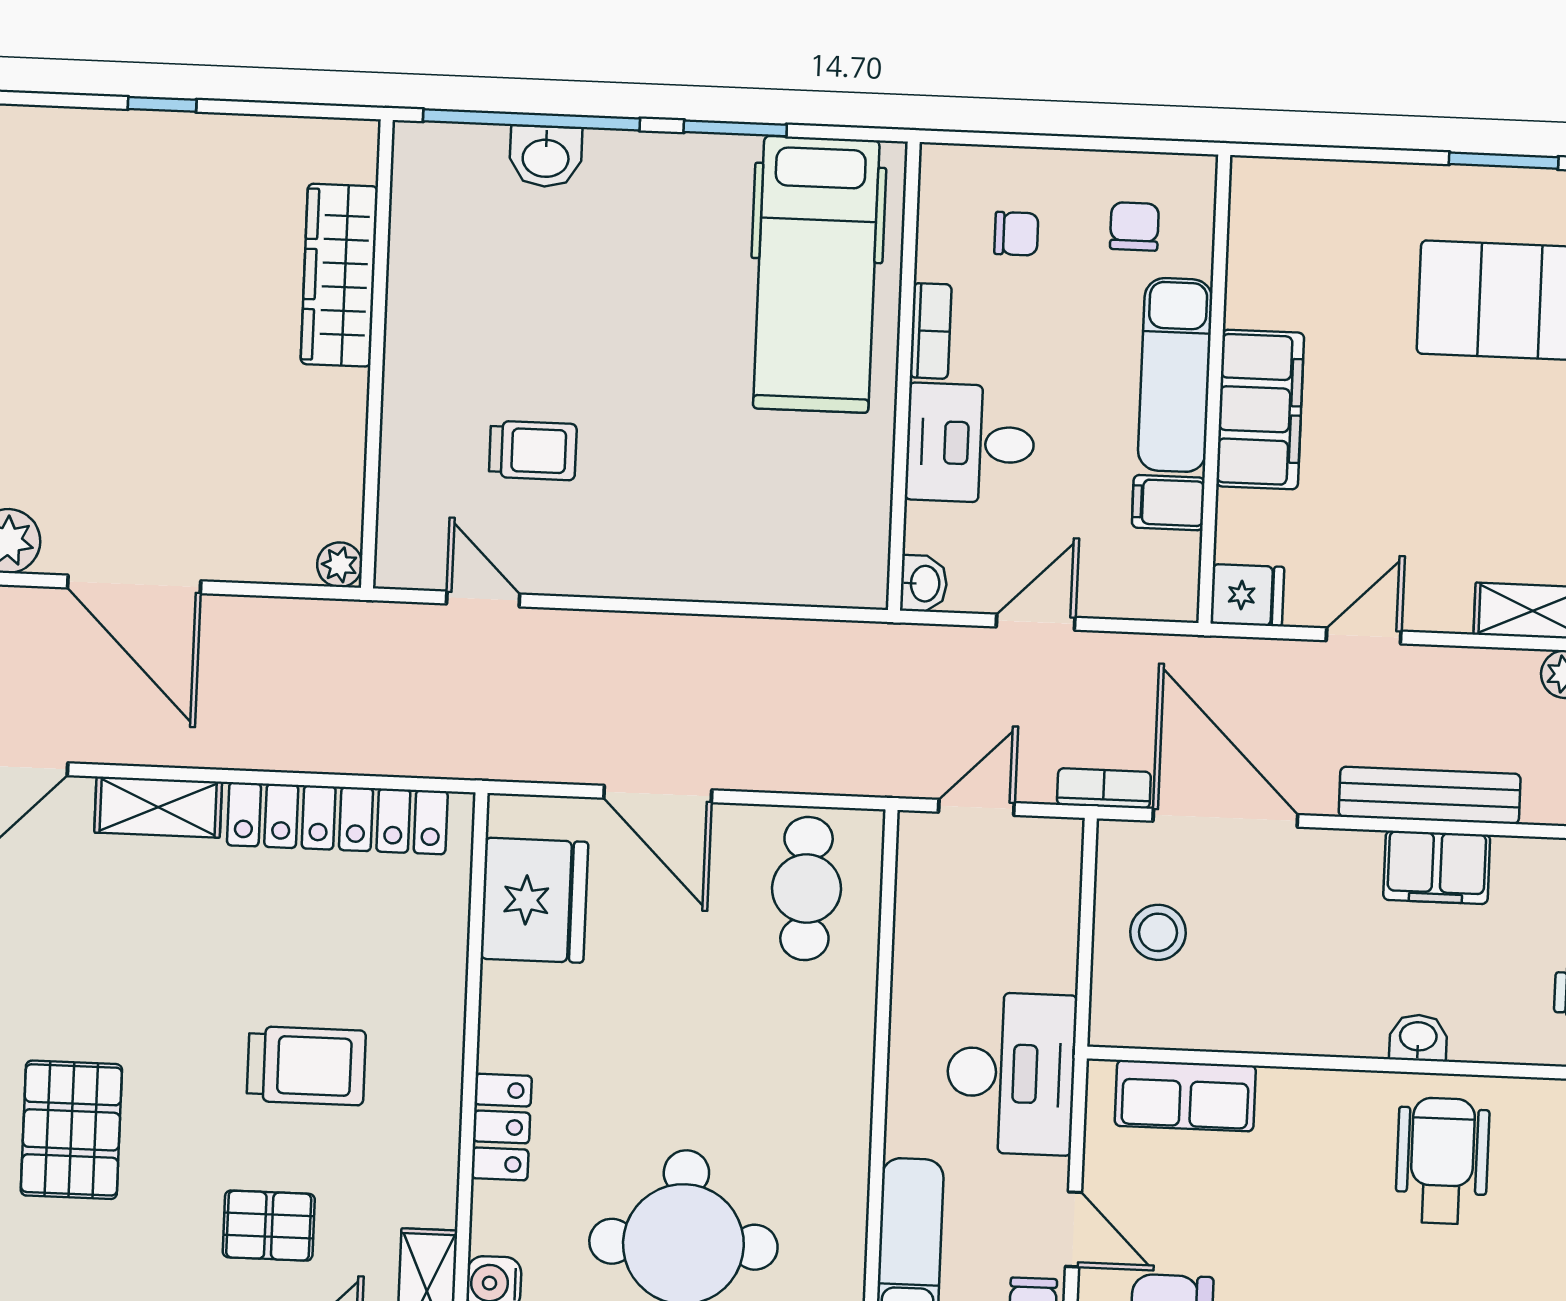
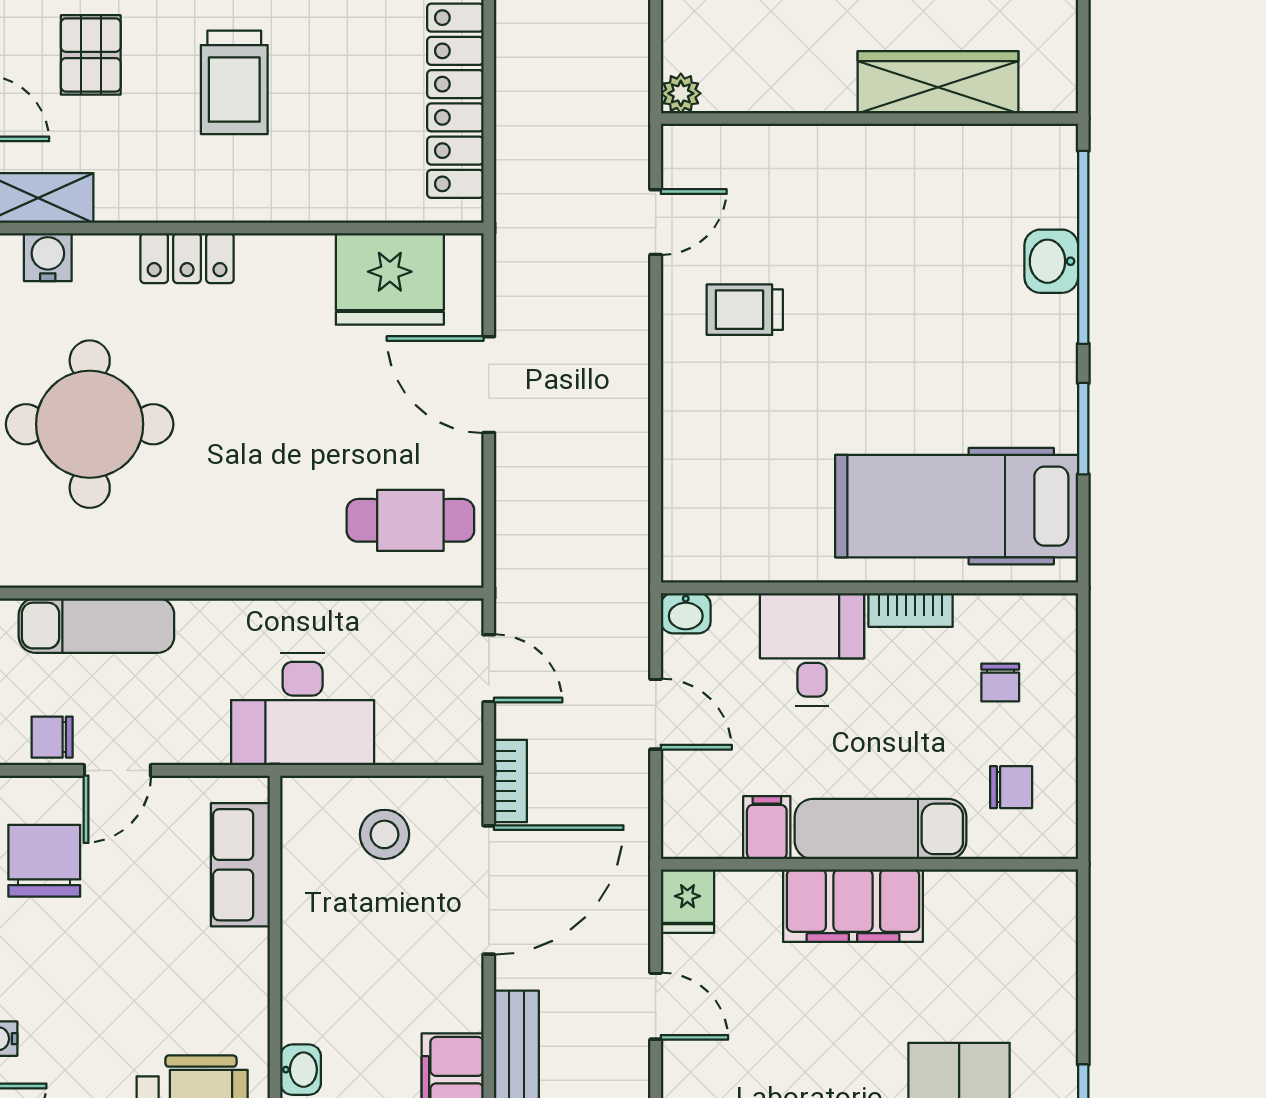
trolley: (533, 450) -> (745, 310), moved, turned 90
door: (658, 794) -> (489, 385), hinge flipped
desk: (1011, 1073) -> (303, 709), moved

